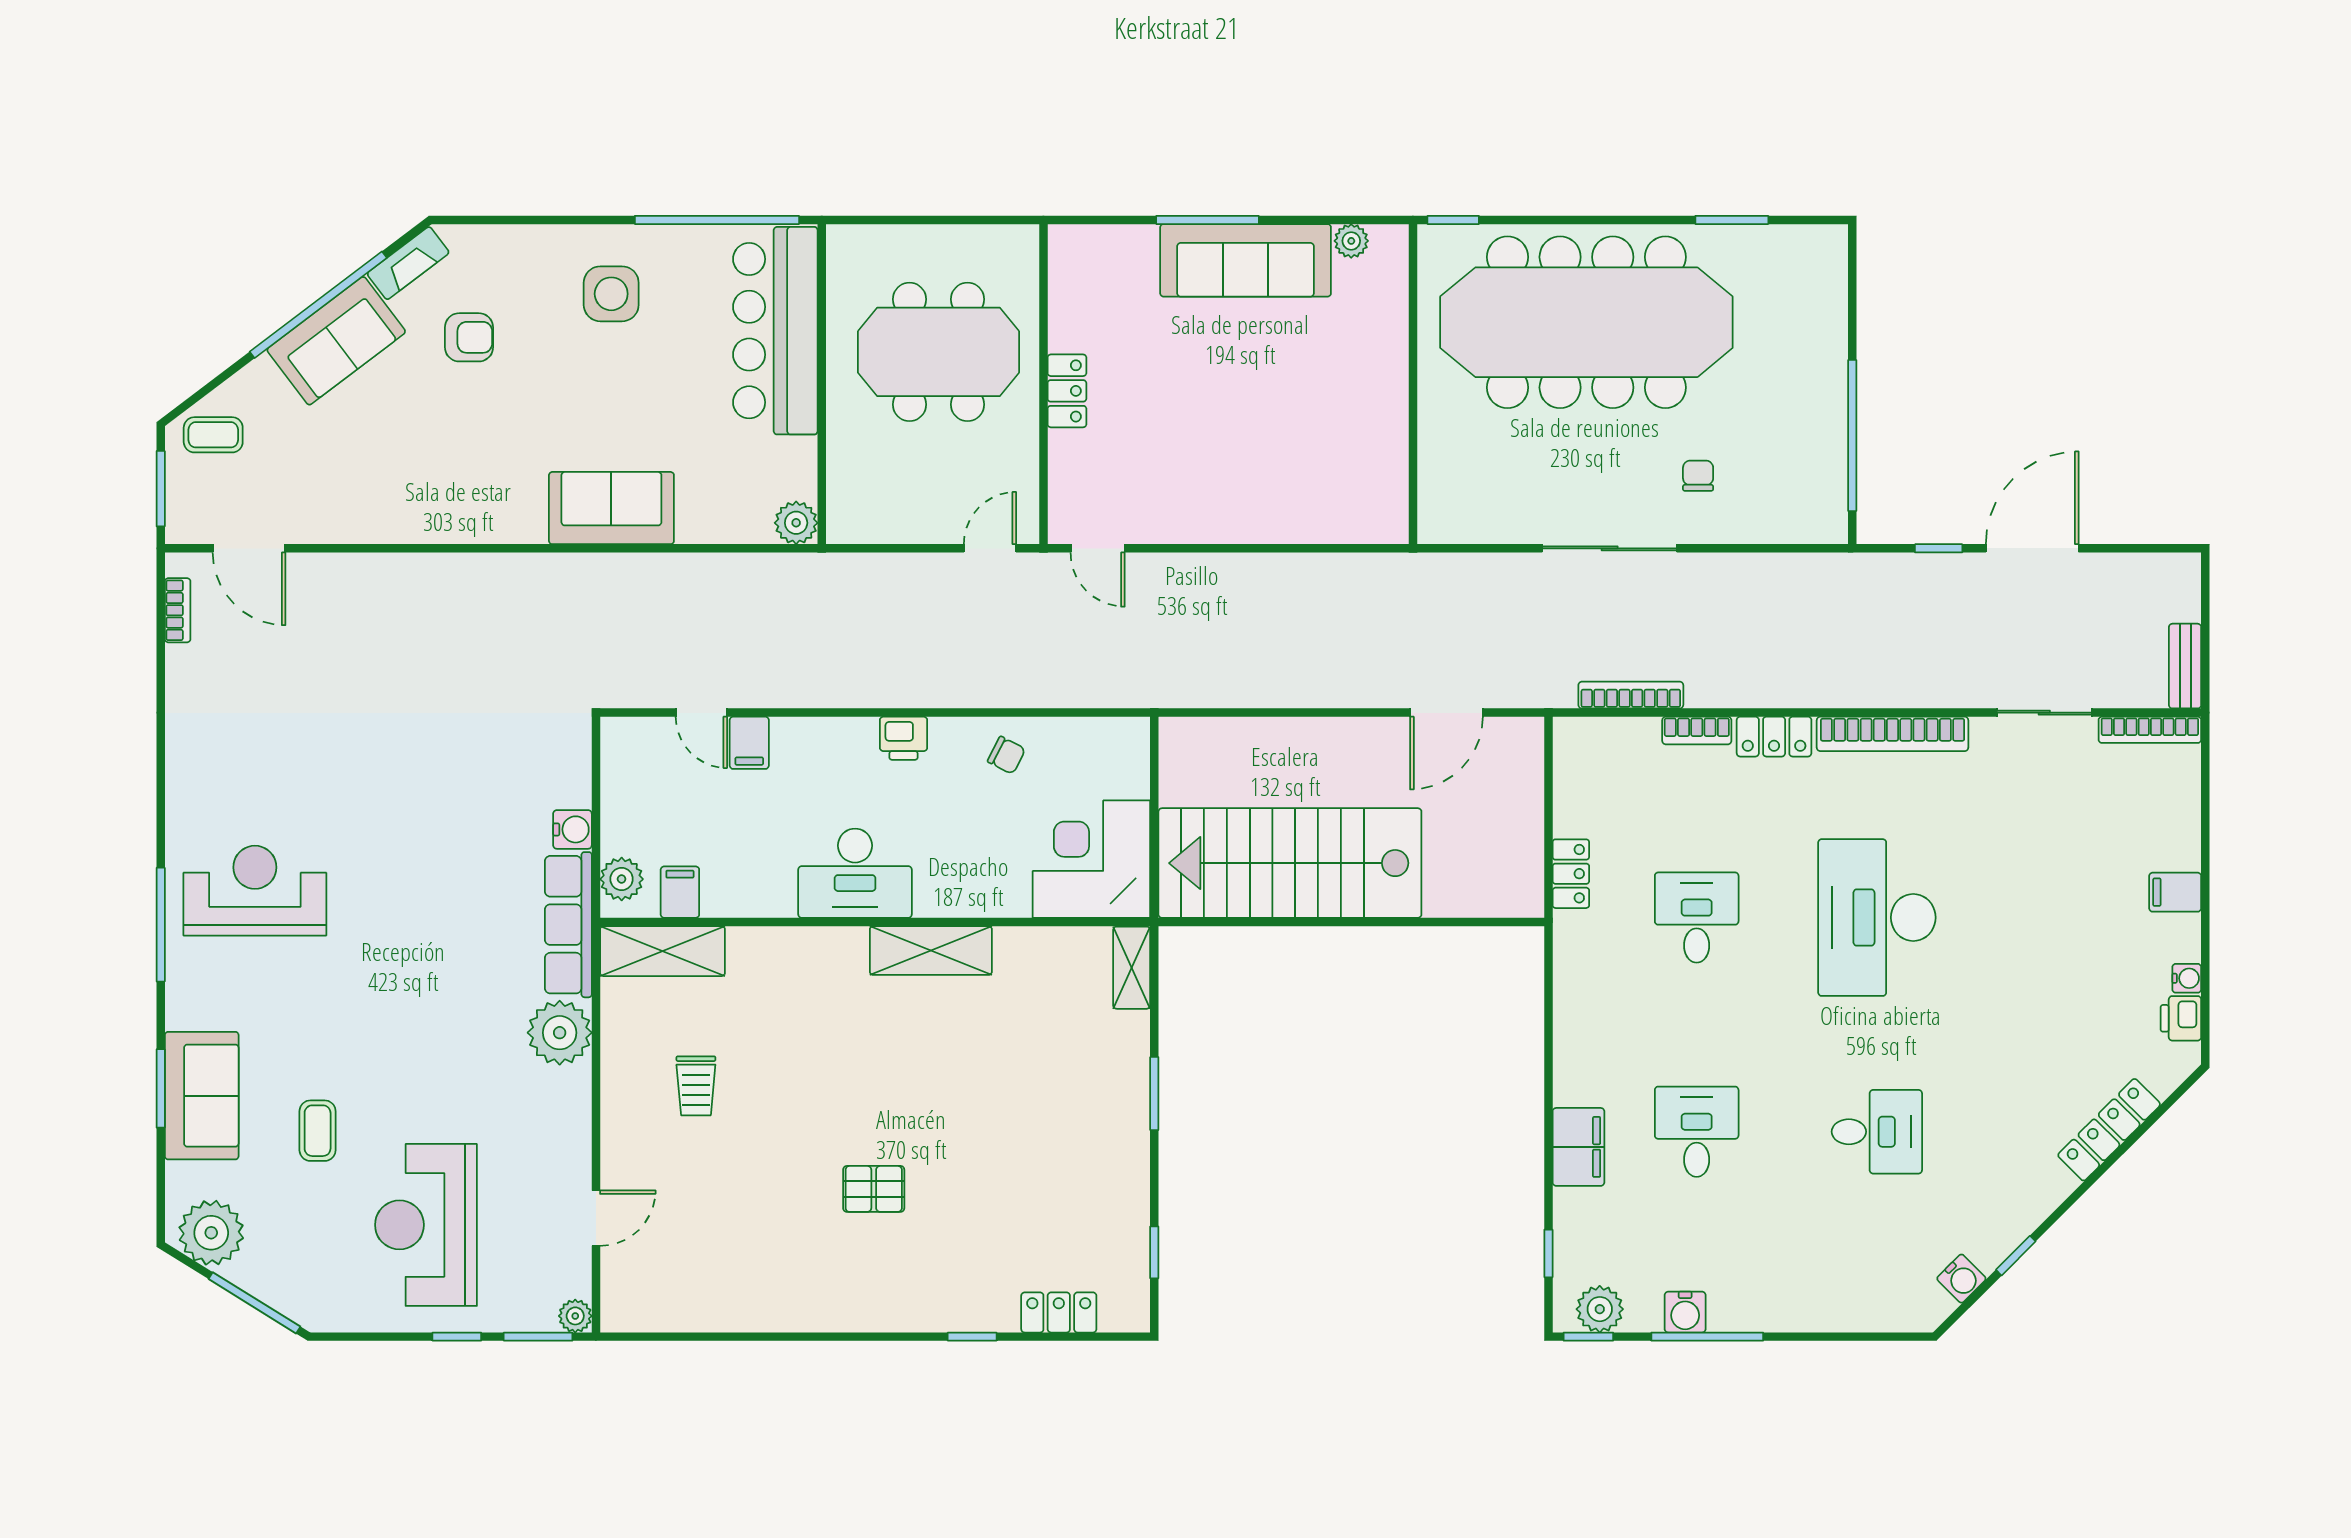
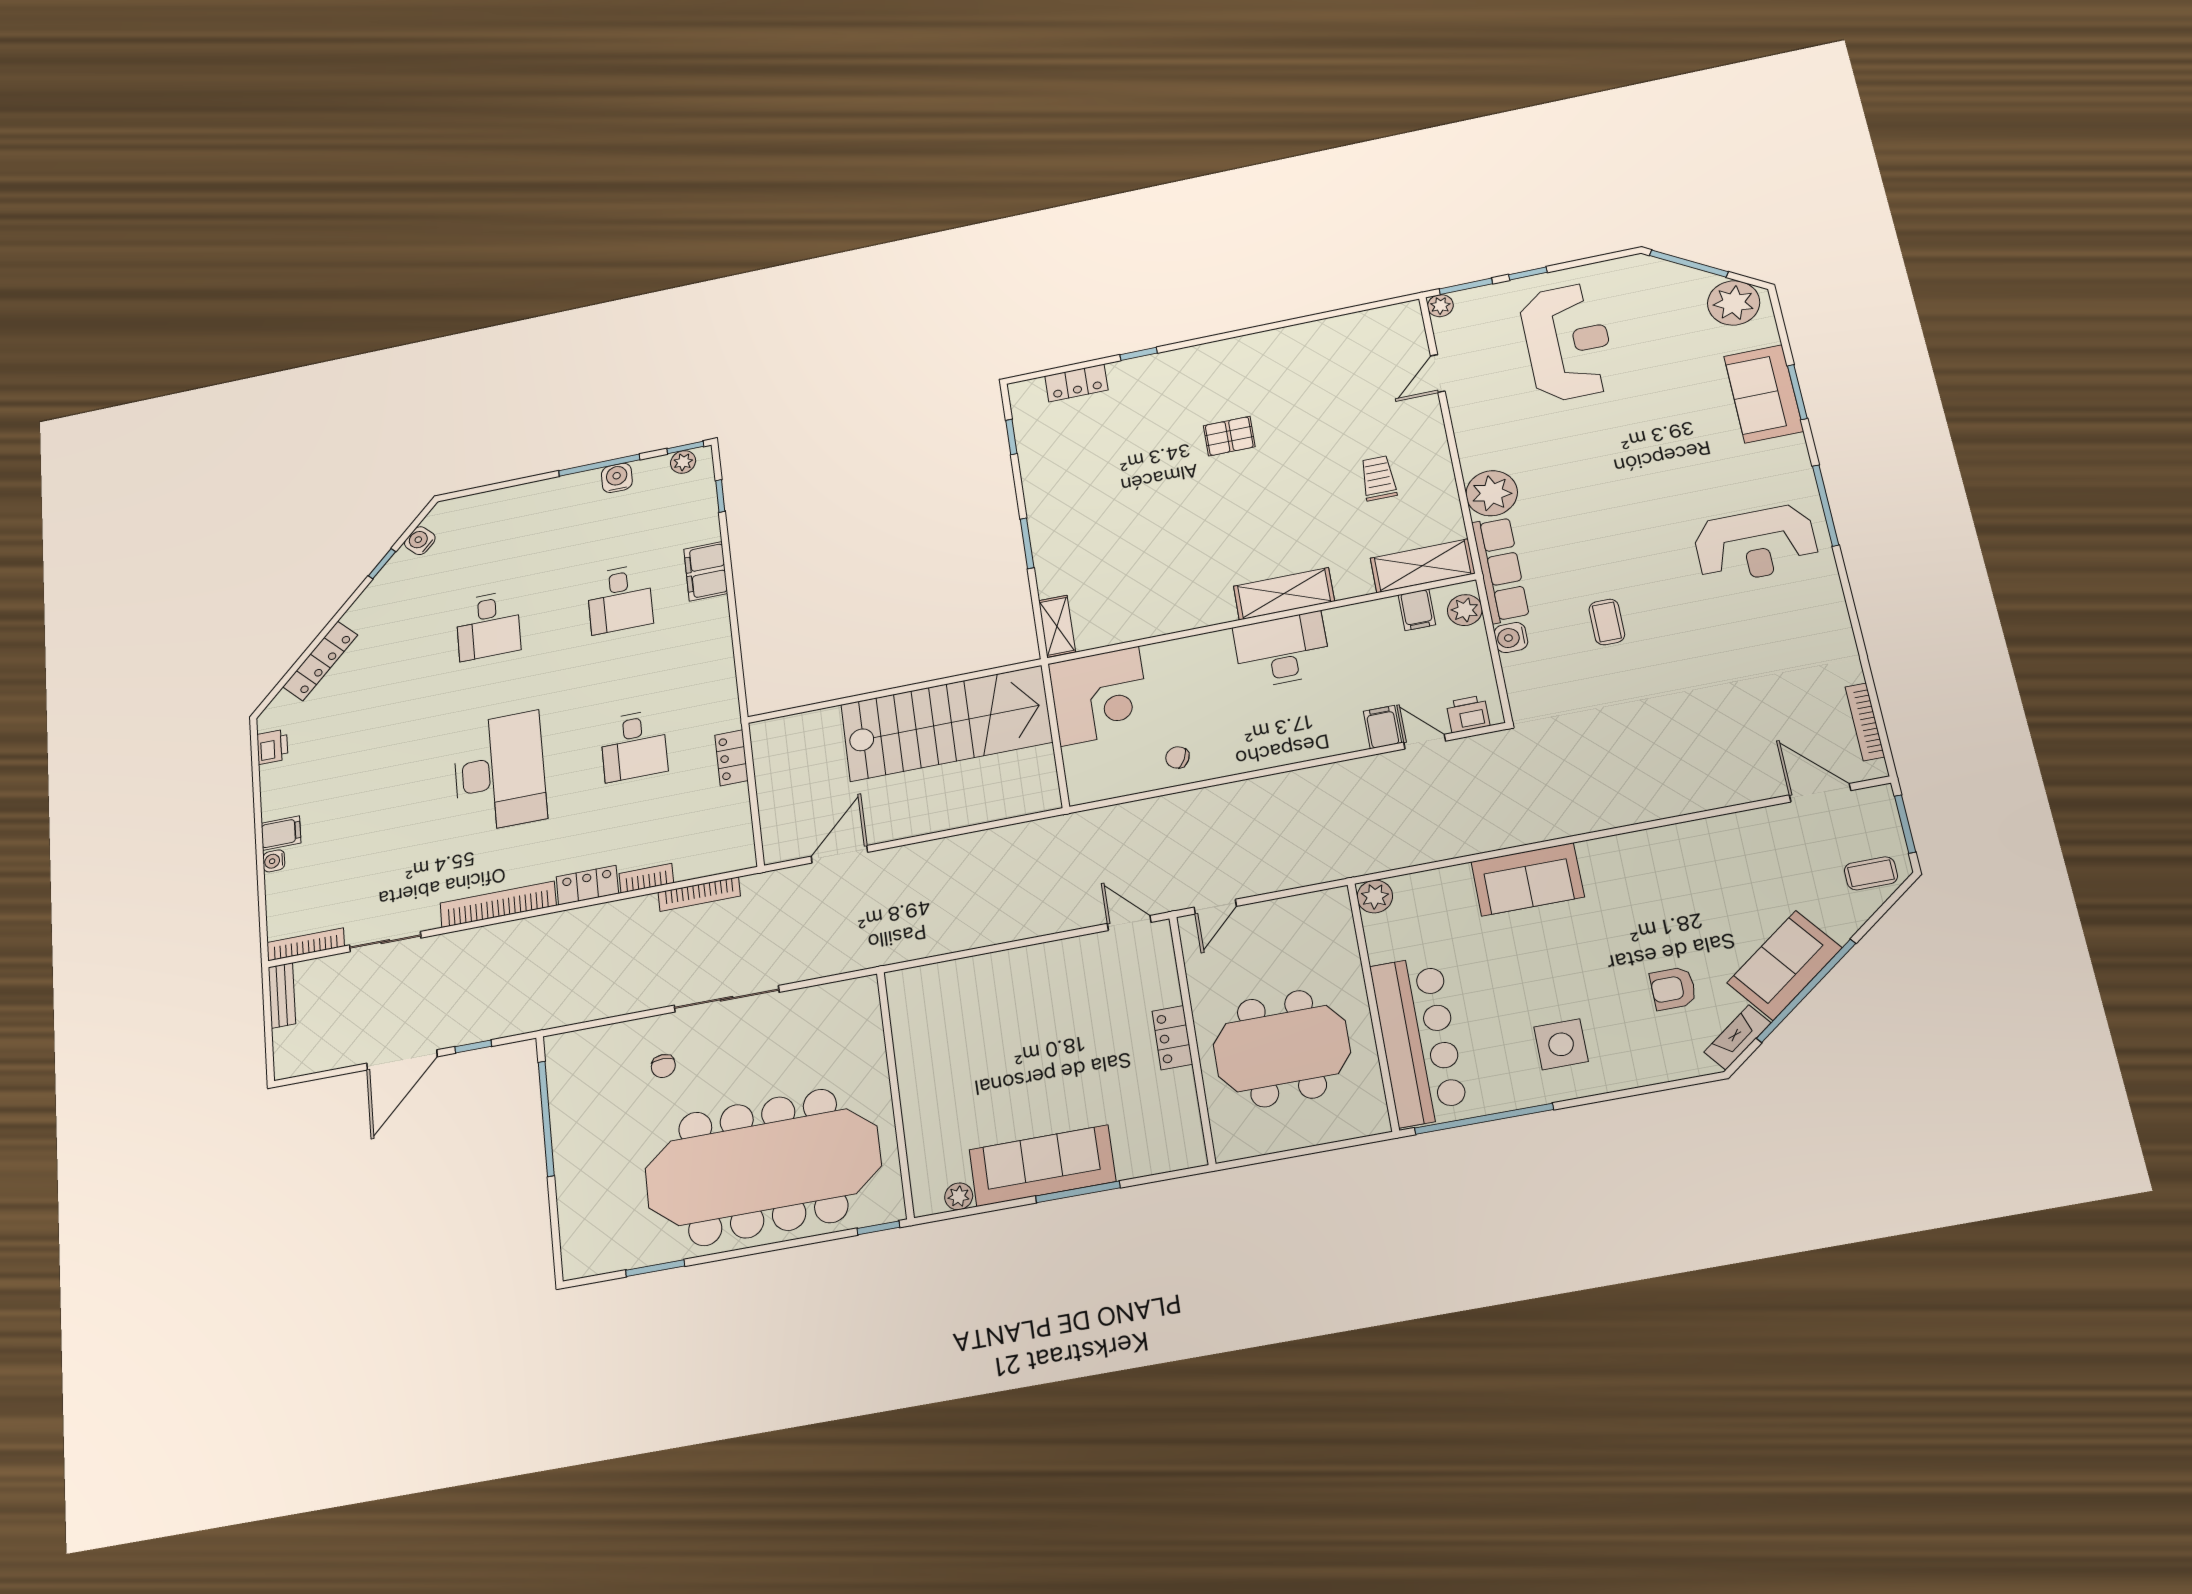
bookcase: (178, 610) -> (1865, 722), width x1.56
printer: (904, 738) -> (1468, 714), moved
shelving: (931, 951) -> (1284, 594), moved
water cooler: (2187, 978) -> (274, 861), moved
coffee table: (318, 1131) -> (1607, 622), moved
desk: (1877, 1132) -> (488, 626), turned -90
plant: (1600, 1309) -> (683, 462), width x0.73, depth x0.73

